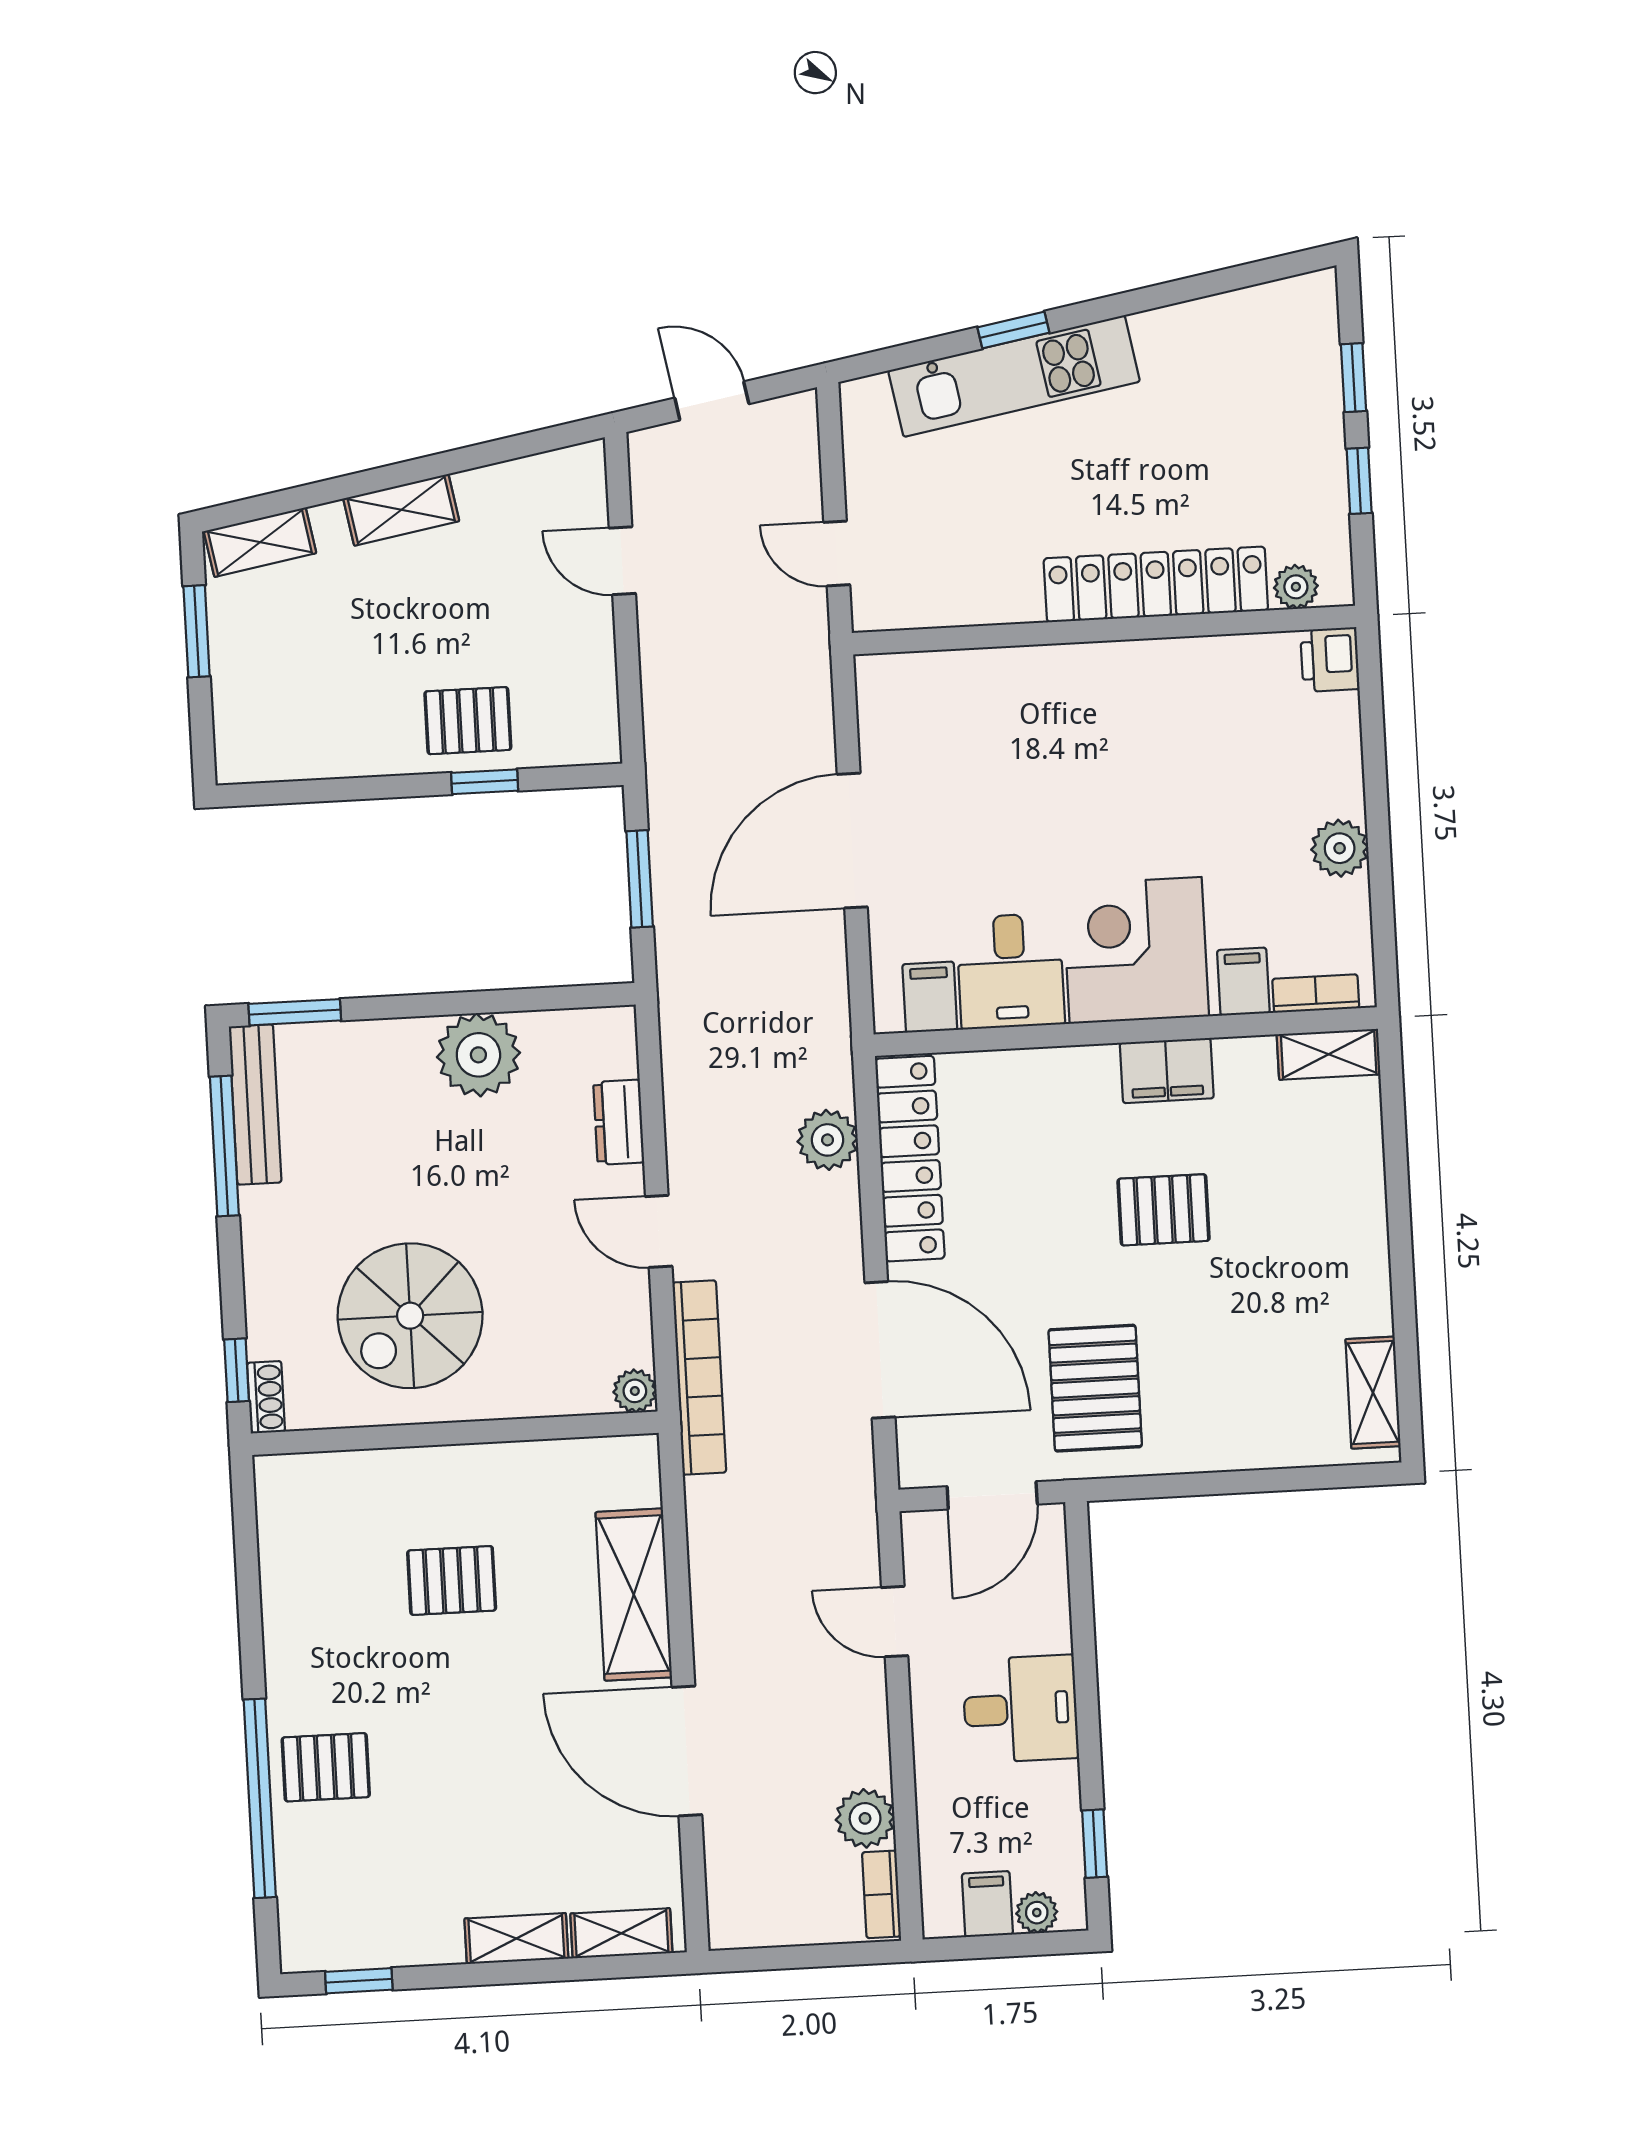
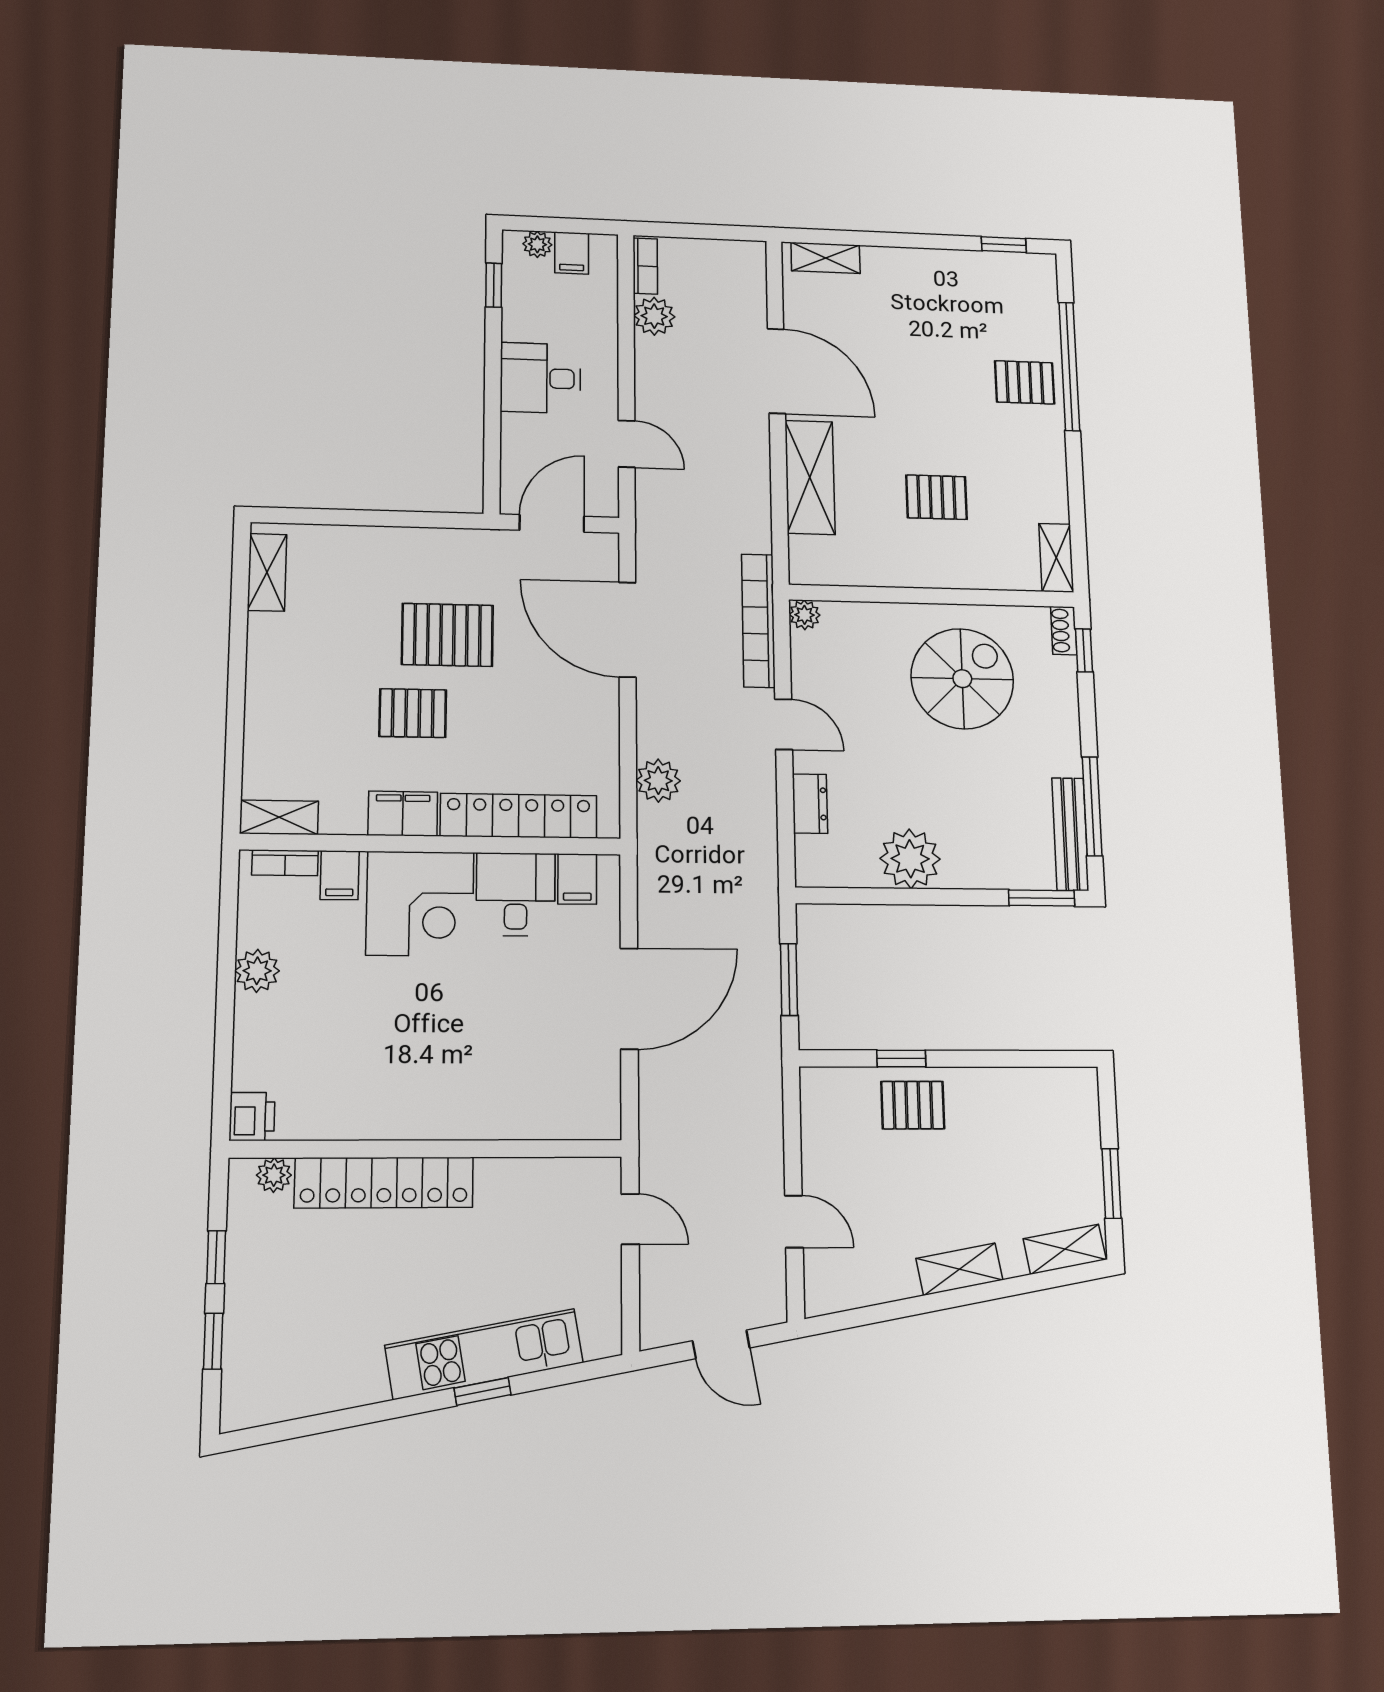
locker: (910, 1159) -> (519, 816), moved, turned 90
pallet: (1095, 1388) -> (447, 635), moved, turned 90
shelving: (516, 1939) -> (1056, 558), moved, turned 90

